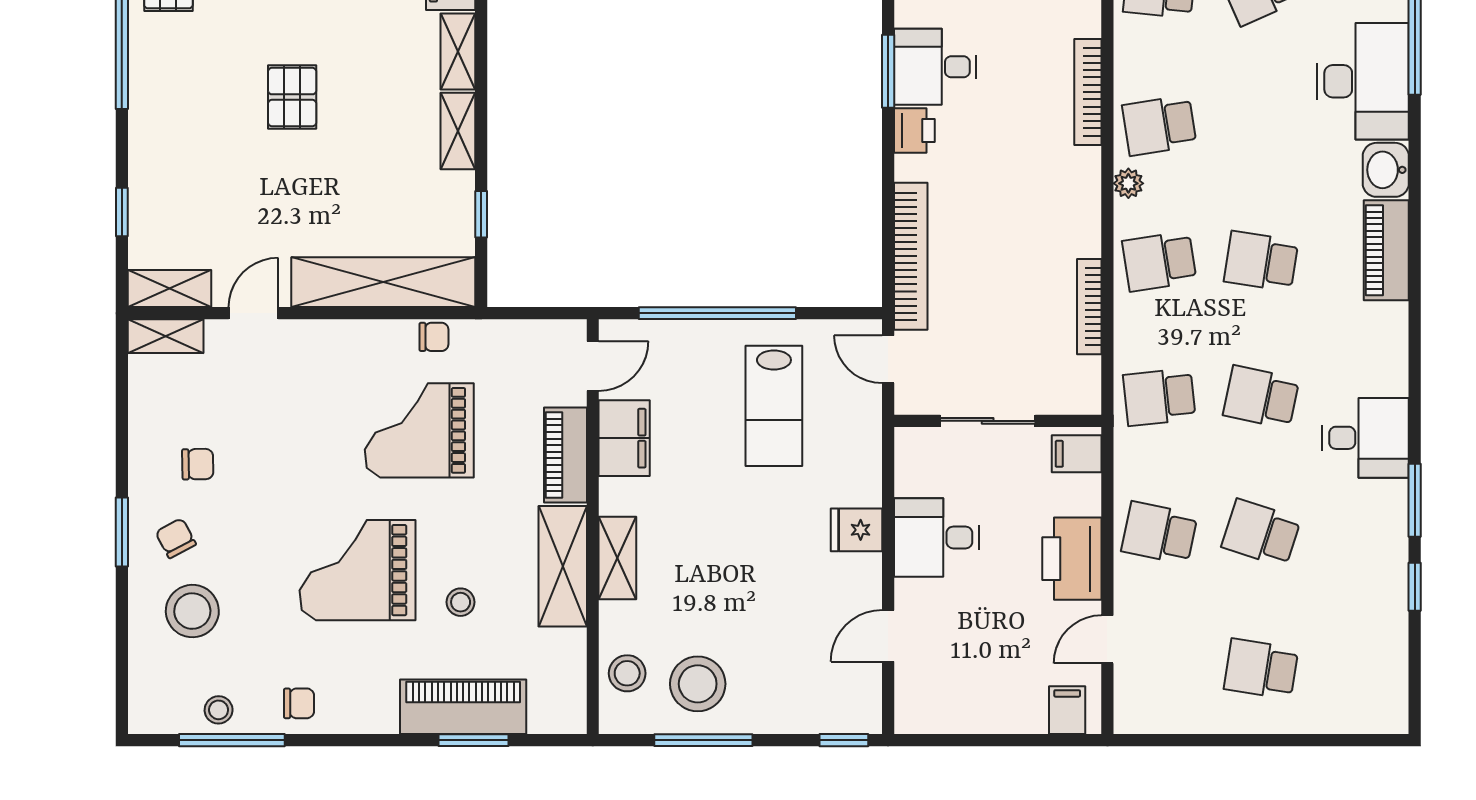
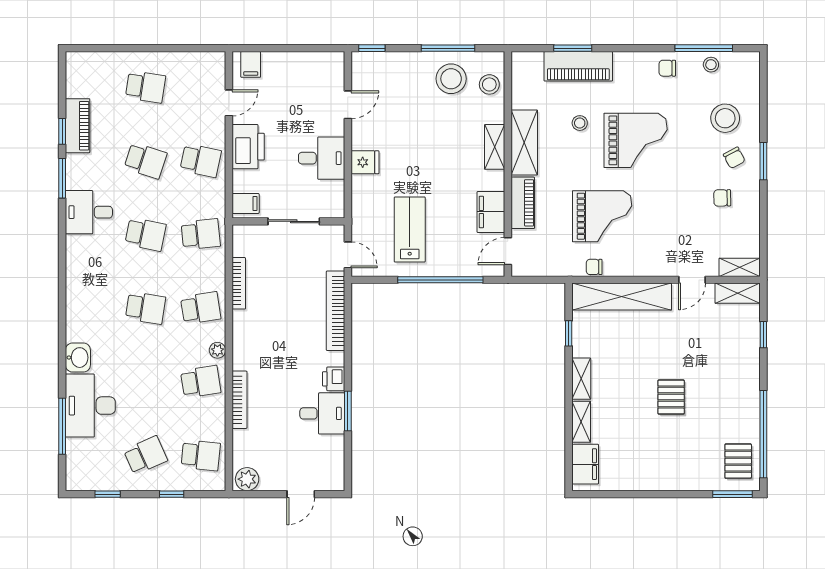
piano: (1386, 250) -> (78, 126), moved

